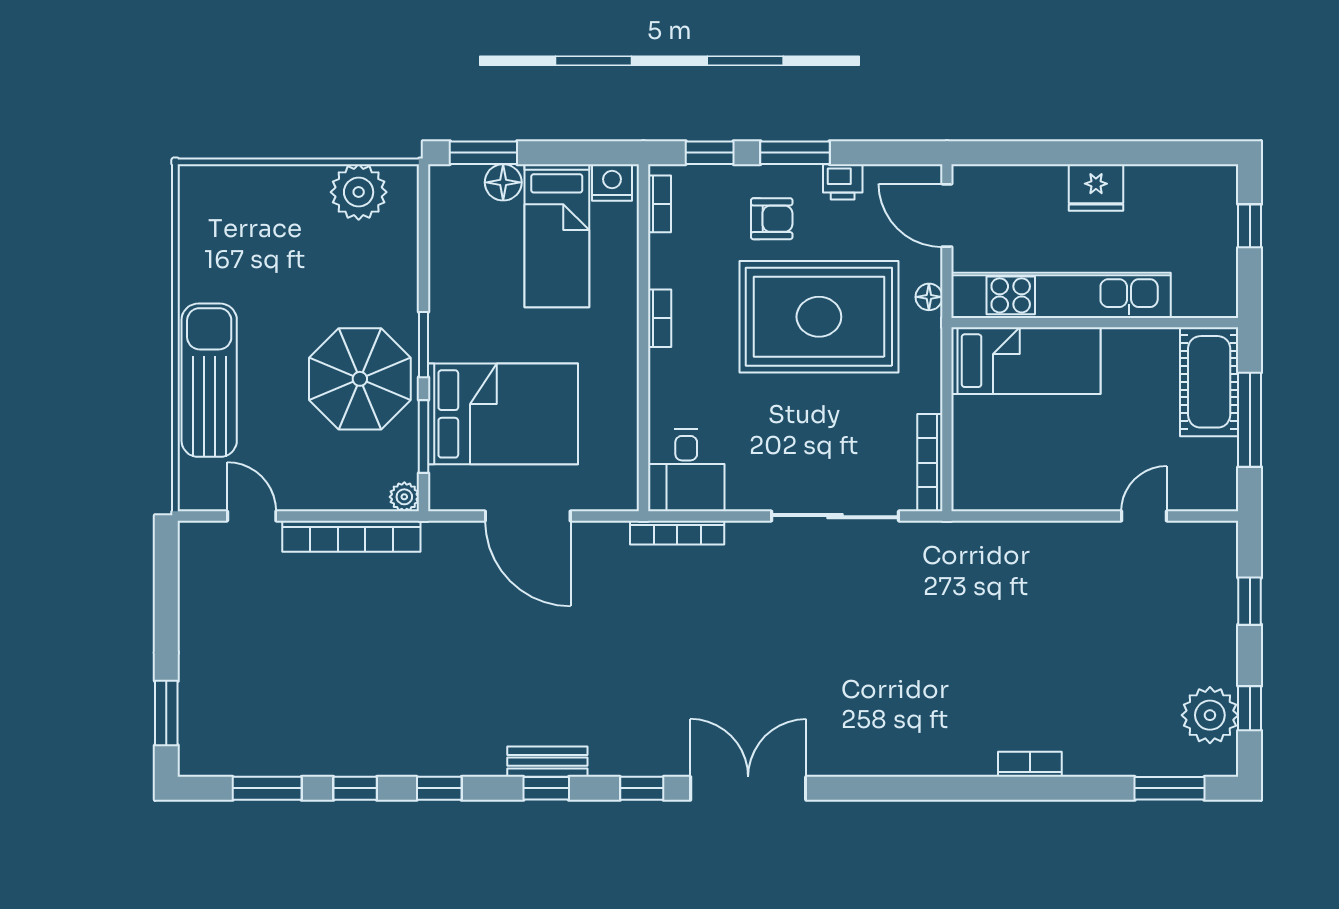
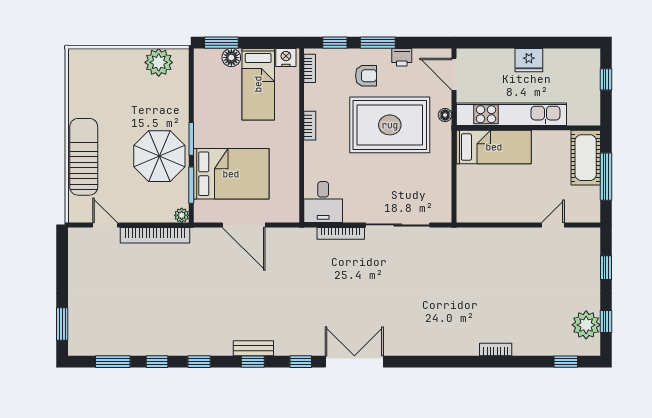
bookcase: (930, 463) -> (445, 198), removed
bookcase: (677, 533) -> (341, 233), moved
window: (1170, 788) -> (566, 362), width x0.67

